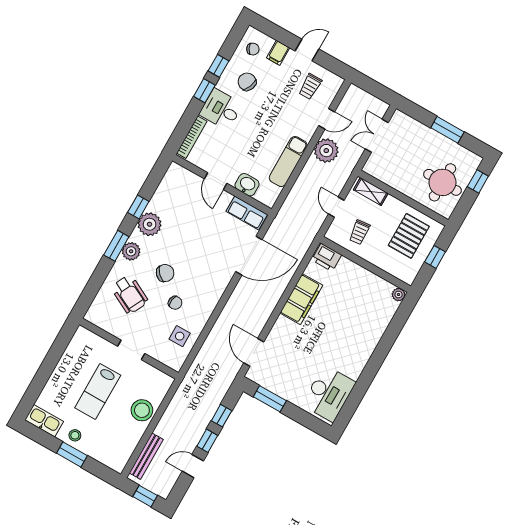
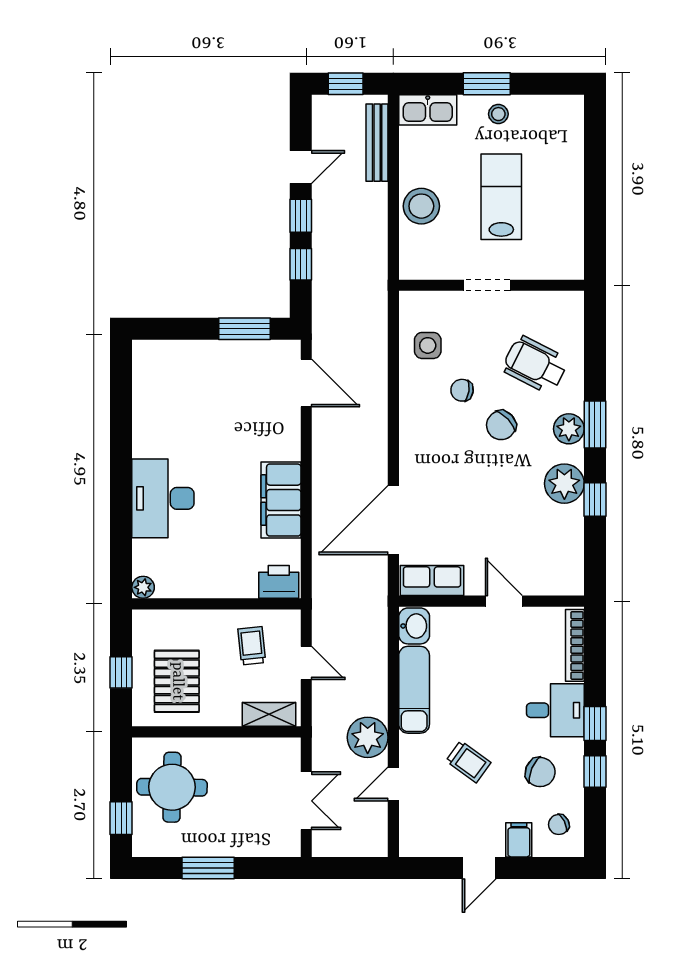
trolley: (310, 86) -> (468, 762), moved, turned 126
washbasin: (247, 185) -> (414, 626), moved, turned -90
desk: (329, 393) -> (163, 498), moved
kitchen sink: (44, 421) -> (428, 110), moved

